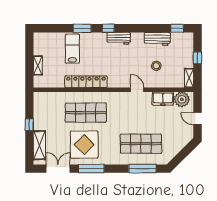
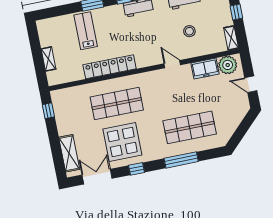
window: (29, 125) -> (48, 111), moved
window: (91, 169) -> (136, 169), width x0.46
window: (142, 169) -> (181, 160), moved

